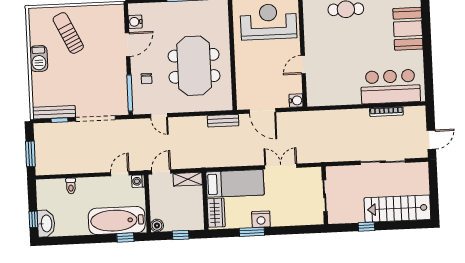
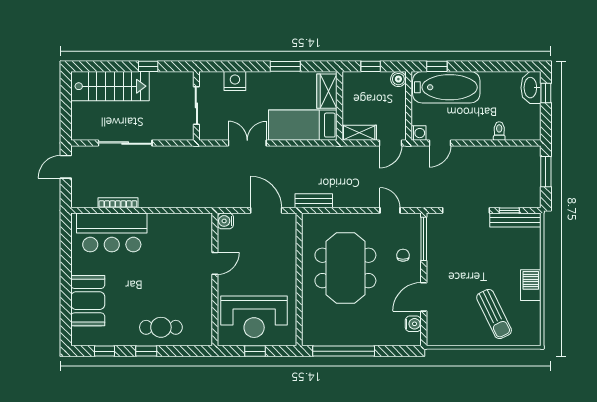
double door: (281, 166) -> (247, 143), swing flipped
nightstand: (261, 219) -> (235, 81), moved

